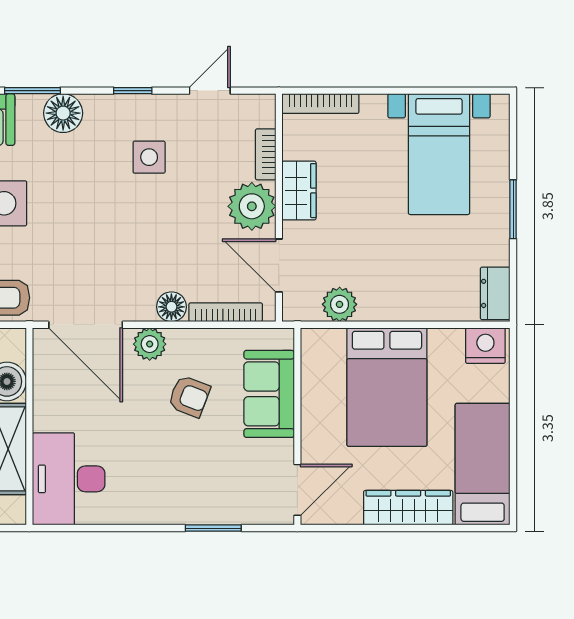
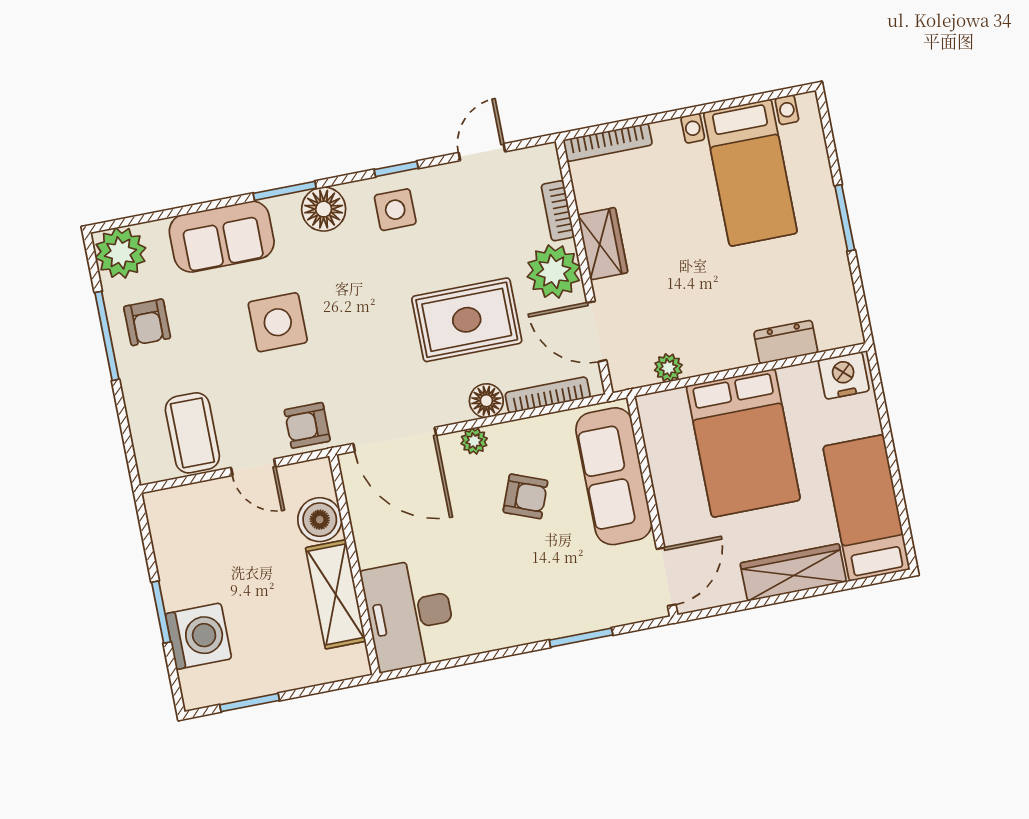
side table: (149, 157) -> (395, 210), moved
rug: (168, 233) -> (467, 320), added
dresser: (495, 293) -> (786, 342), moved, turned 90
plant: (340, 304) -> (668, 368), width x0.73, depth x0.73
plant: (150, 344) -> (474, 441), width x0.73, depth x0.73
sofa: (269, 394) -> (614, 476), width x1.36

